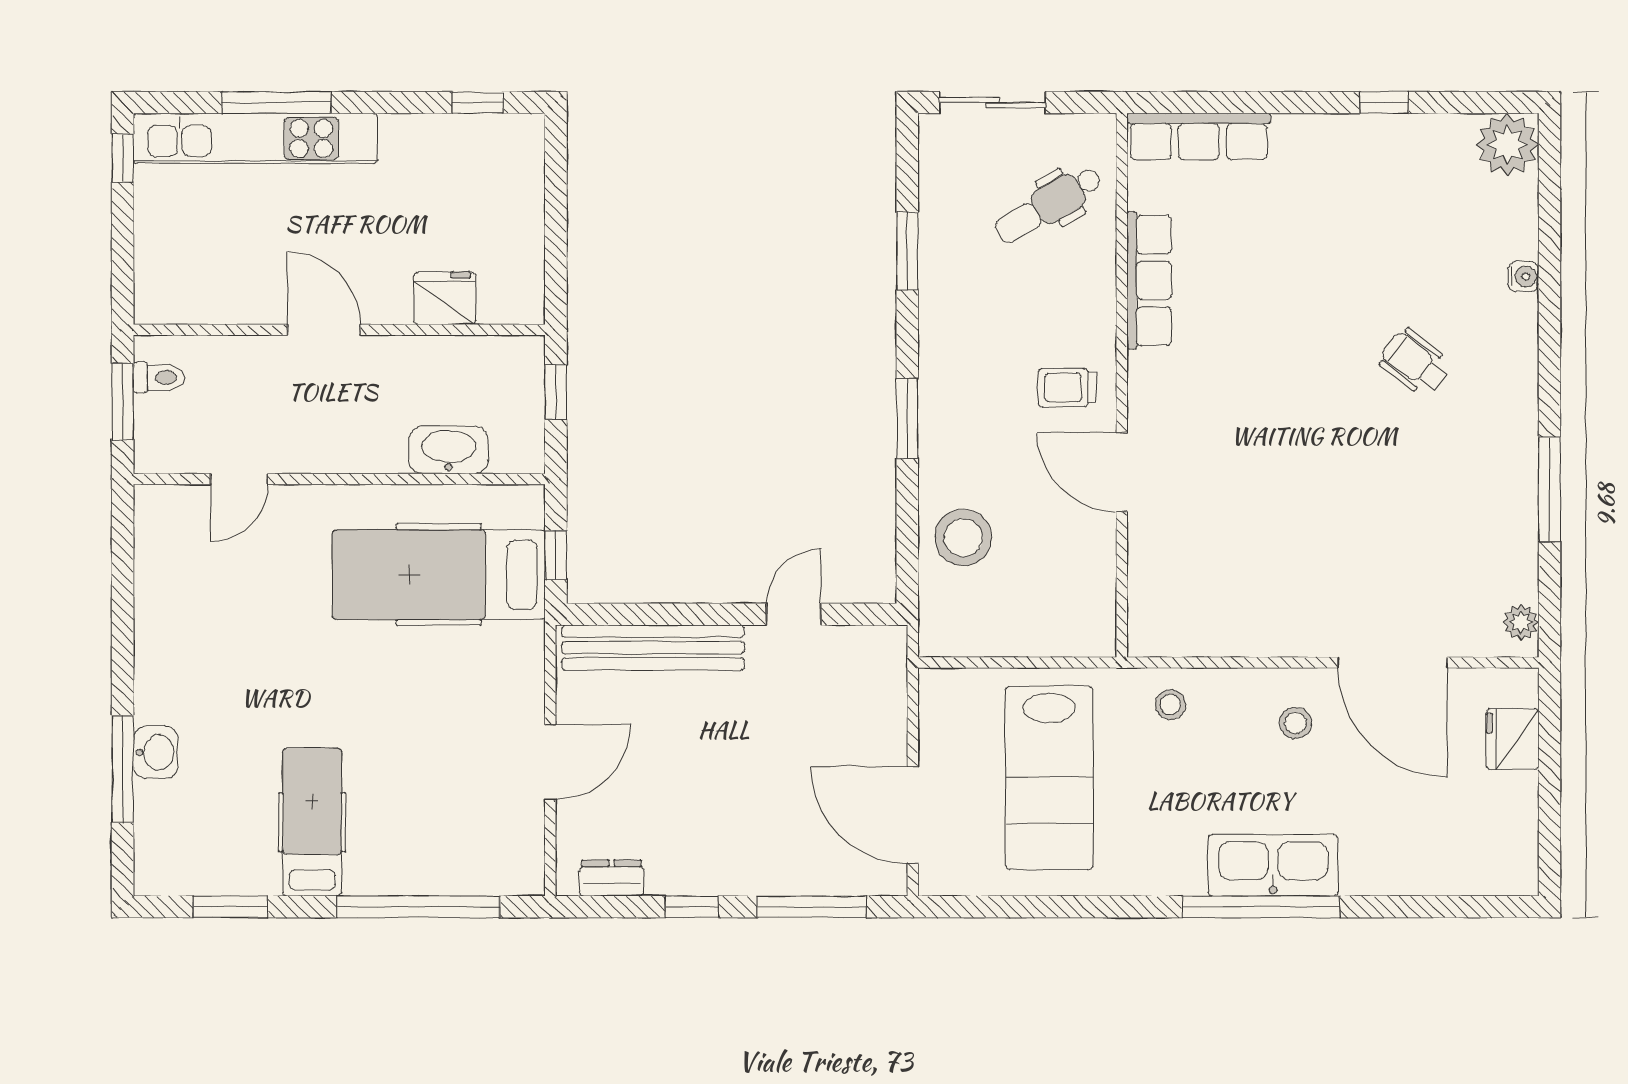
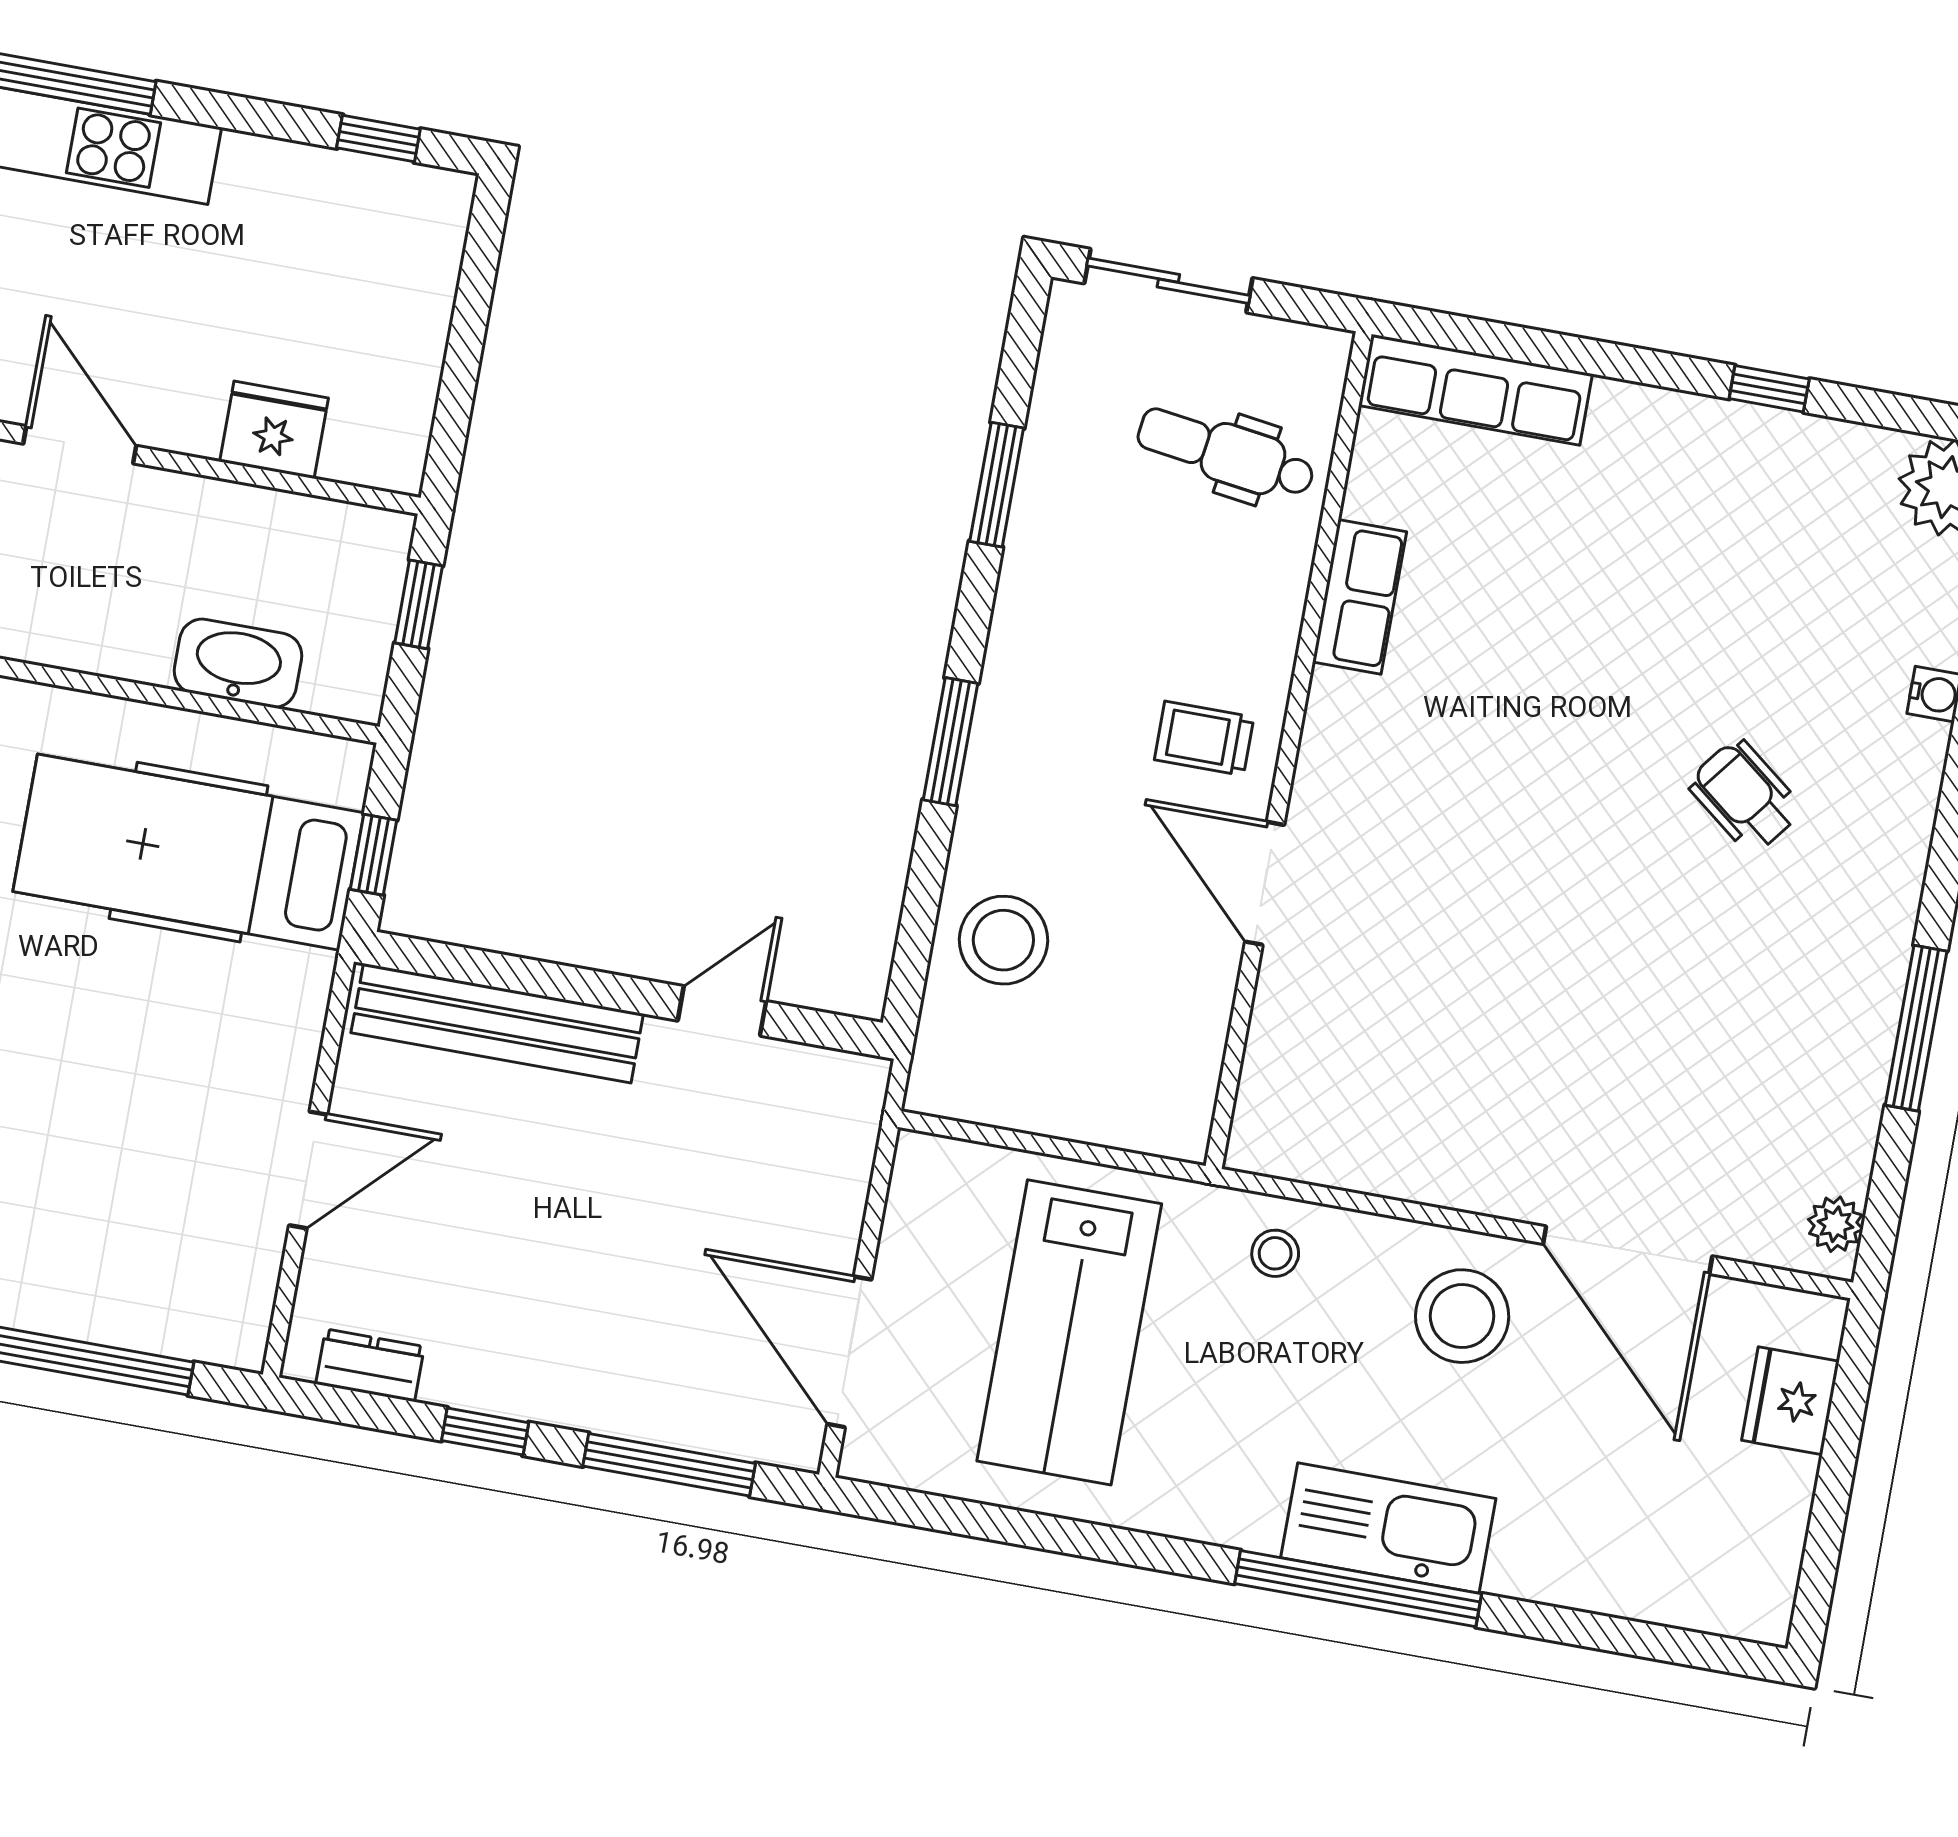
dental chair: (1048, 205) -> (1226, 453), turned 39
row of seats: (1149, 280) -> (1360, 597), width x0.68
stool: (1296, 723) -> (1462, 1316), width x1.89, depth x1.89

